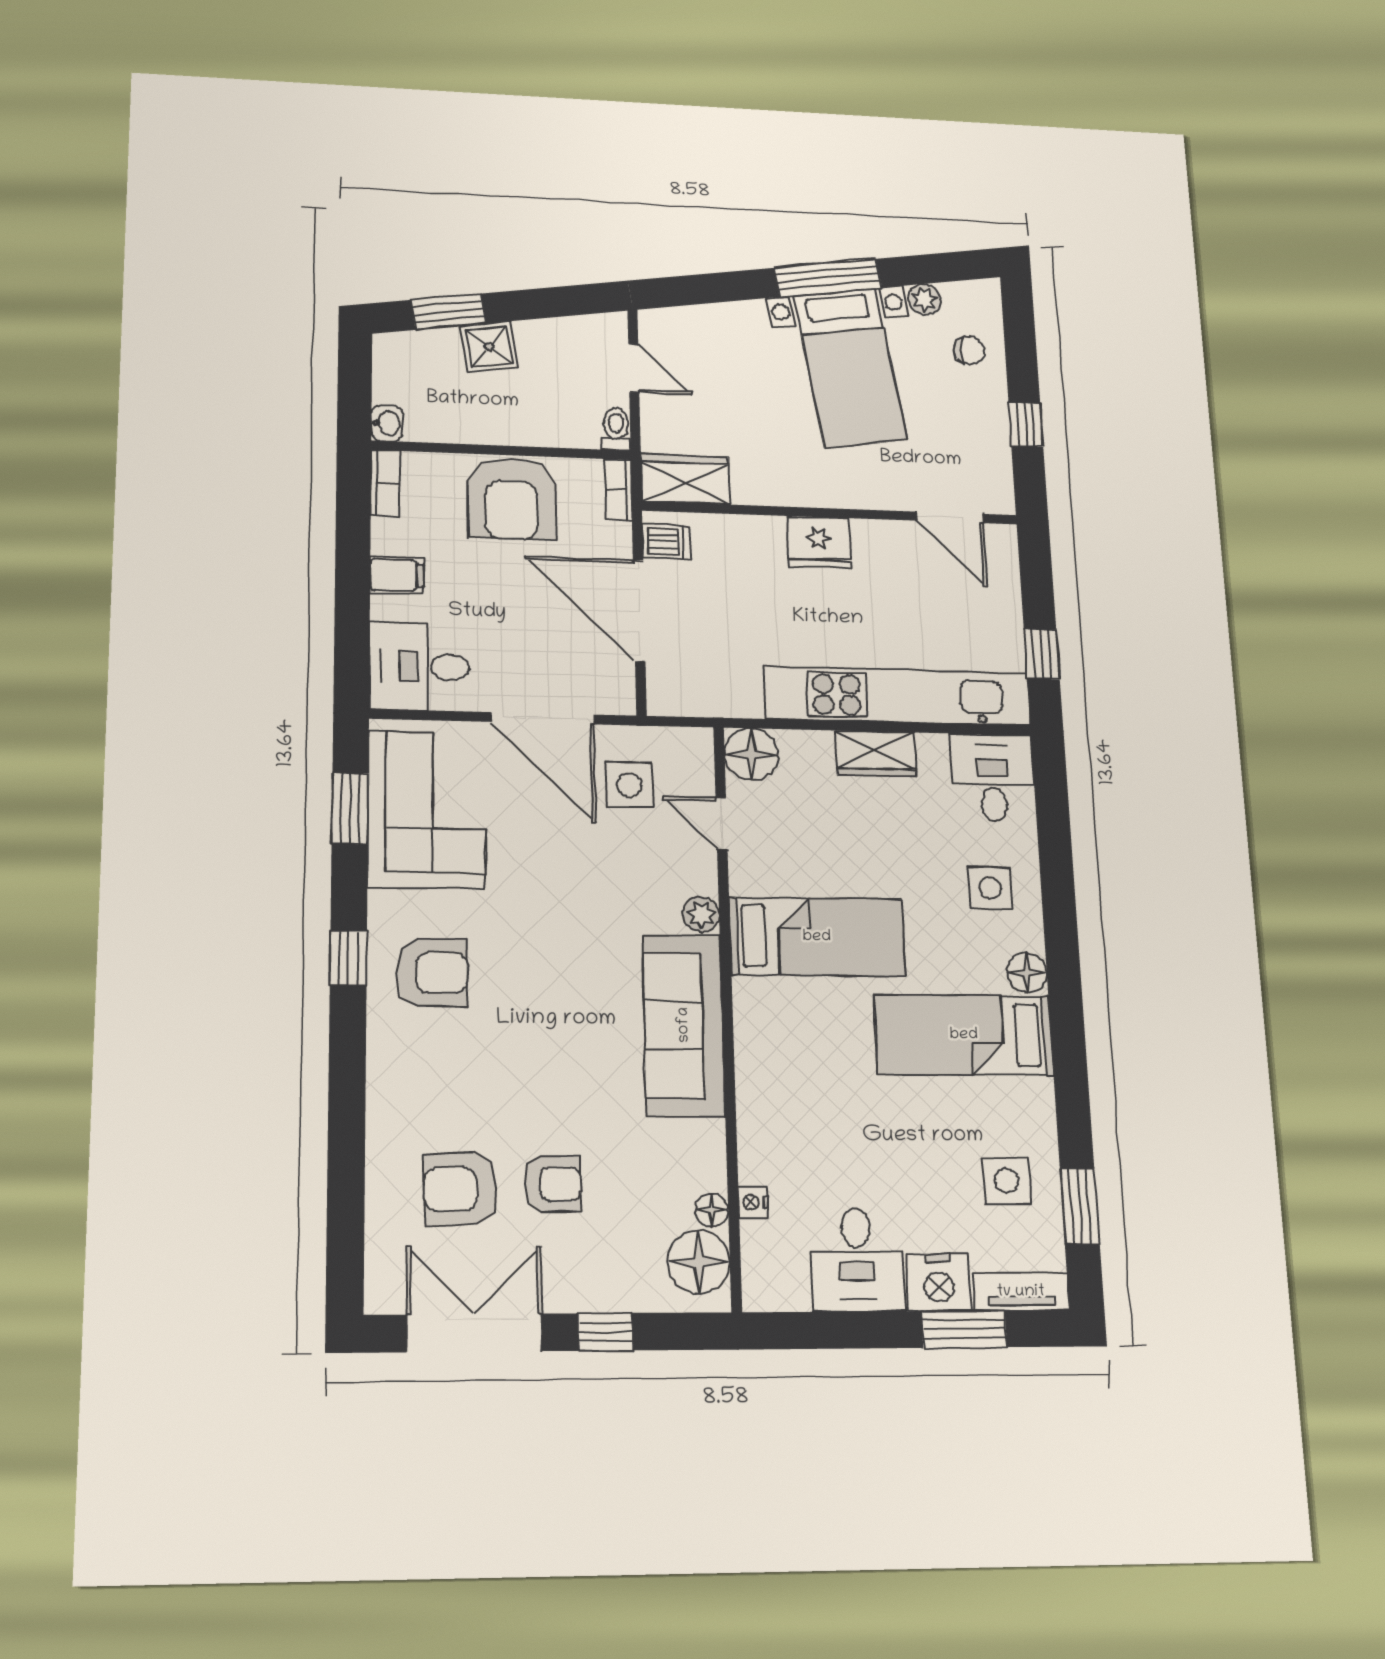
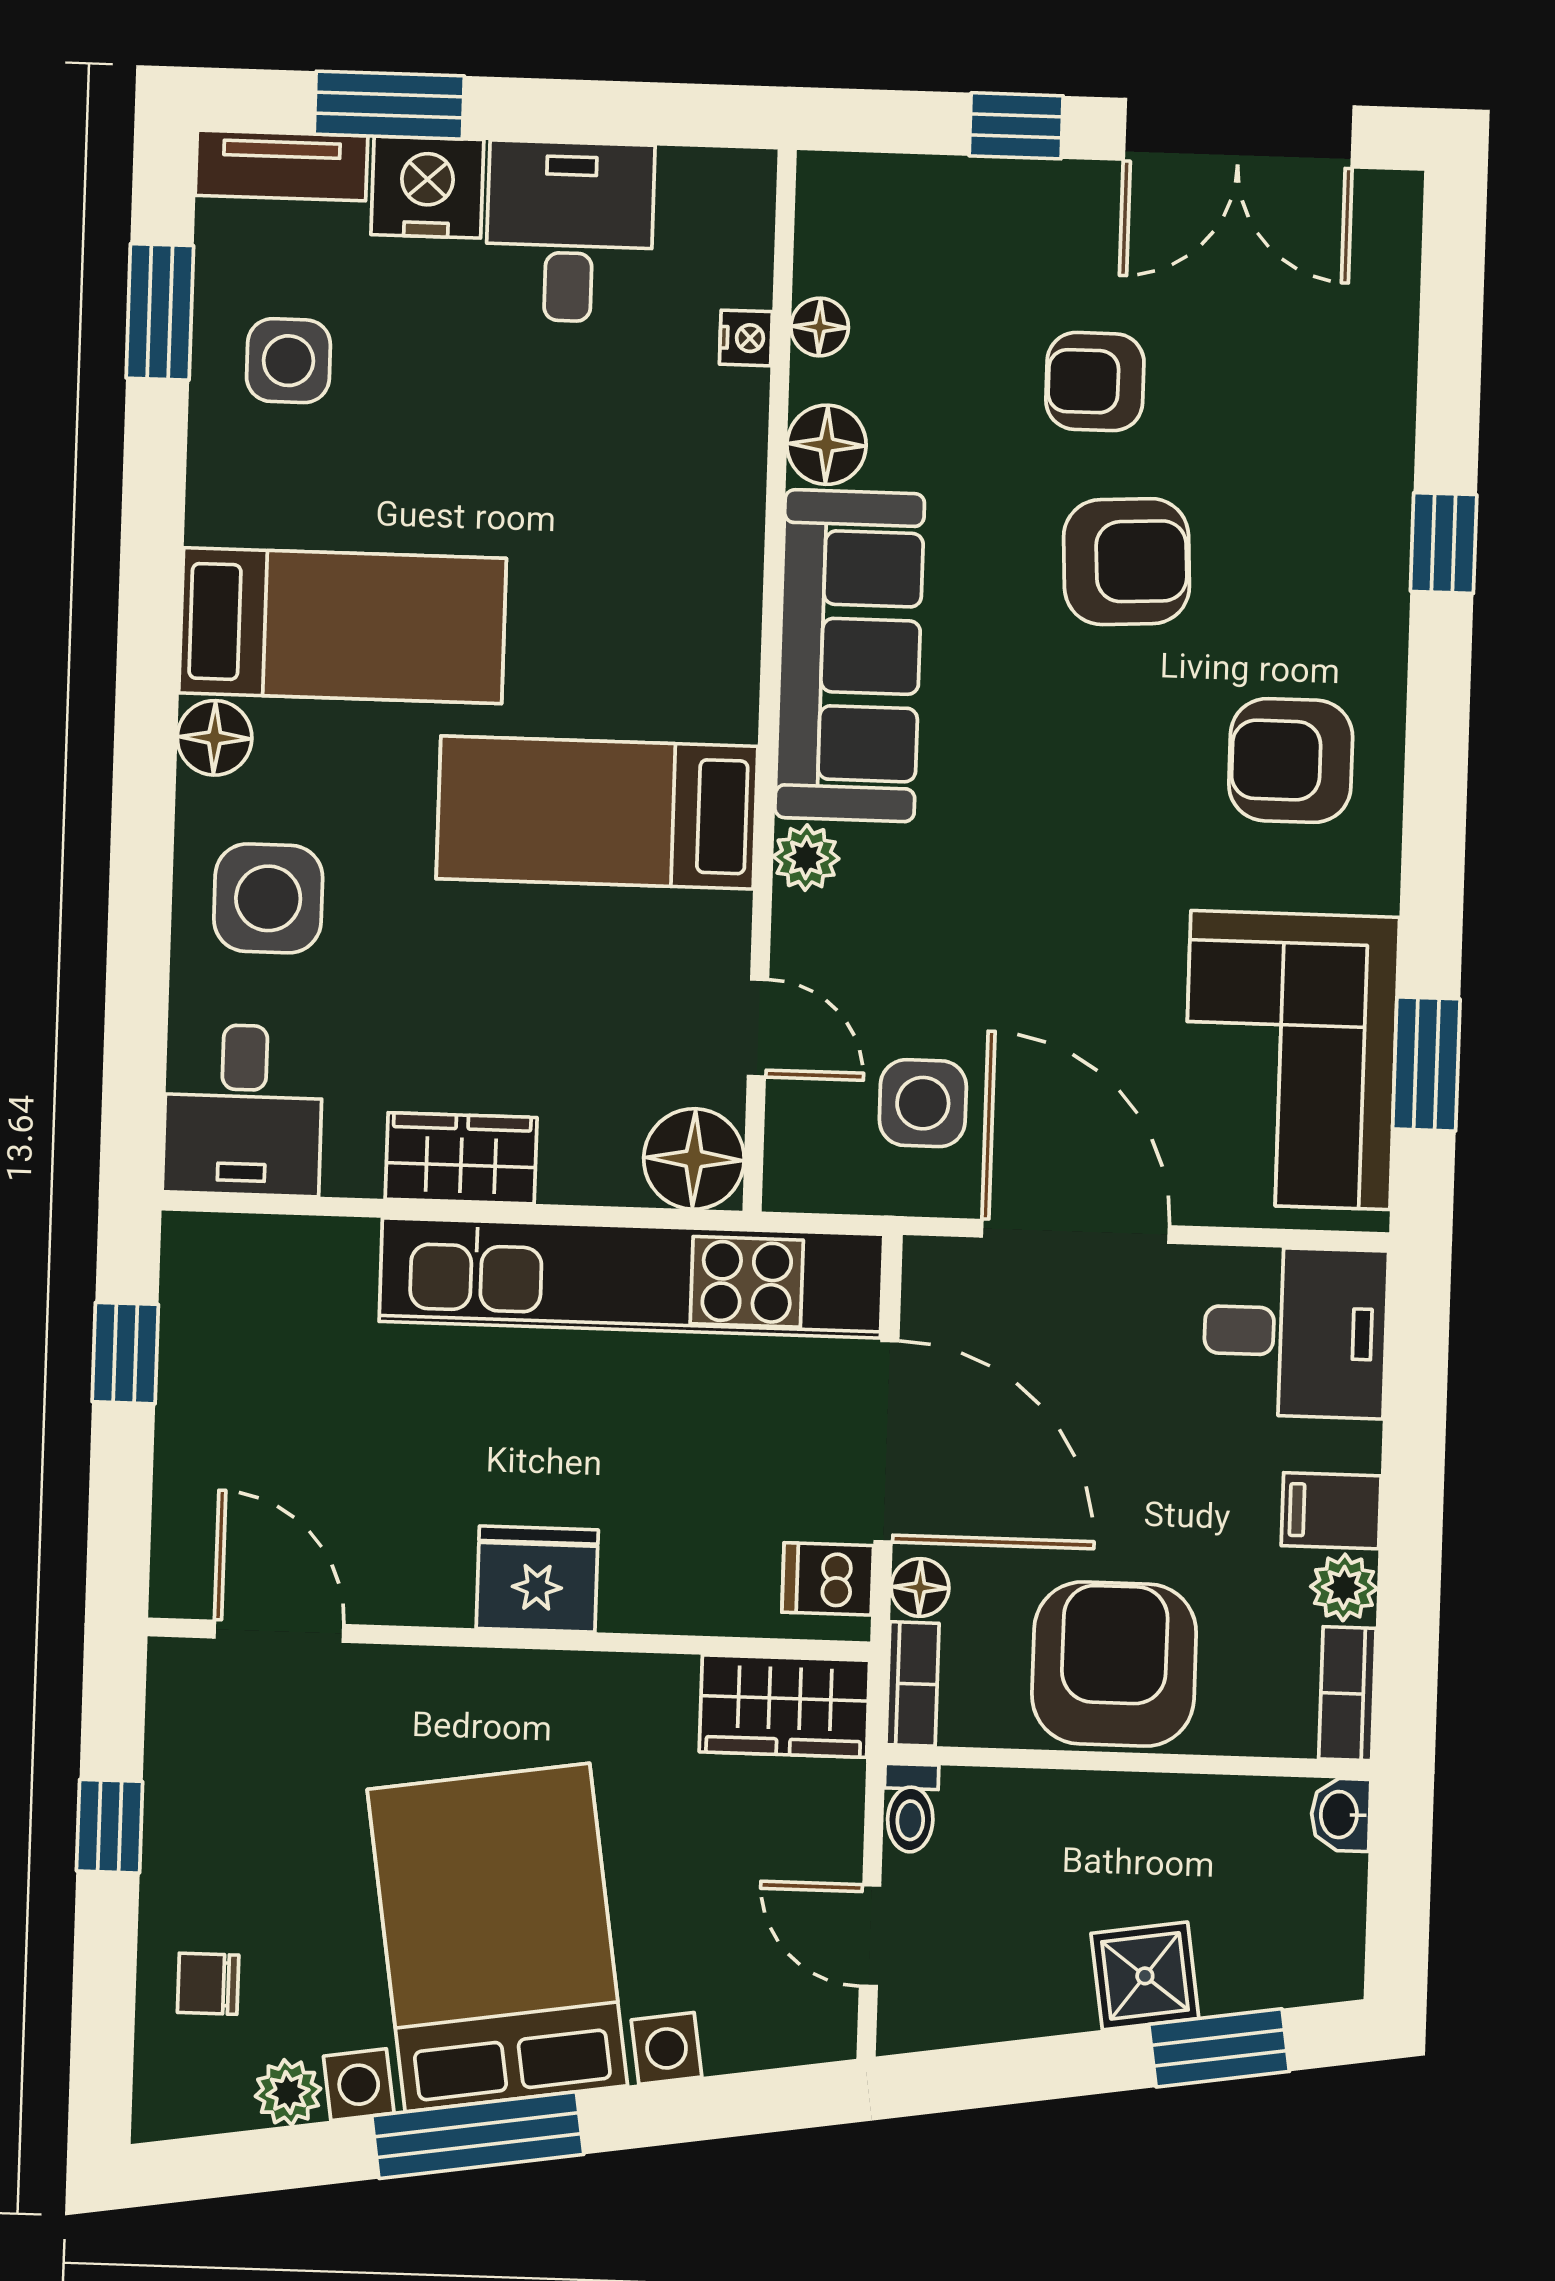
bed with nightstands: (850, 367) -> (497, 1938), width x1.36
plant: (389, 536) -> (1344, 1587), added
floor lamp: (617, 537) -> (920, 1587), added
kitchen unit: (898, 696) -> (631, 1278), moved
side table: (990, 888) -> (268, 898), width x1.37, depth x1.37
window: (348, 958) -> (1444, 543), moved
armchair: (461, 1189) -> (1127, 562), moved
floor lamp: (699, 1262) -> (827, 445), moved, width x0.73, depth x0.73

